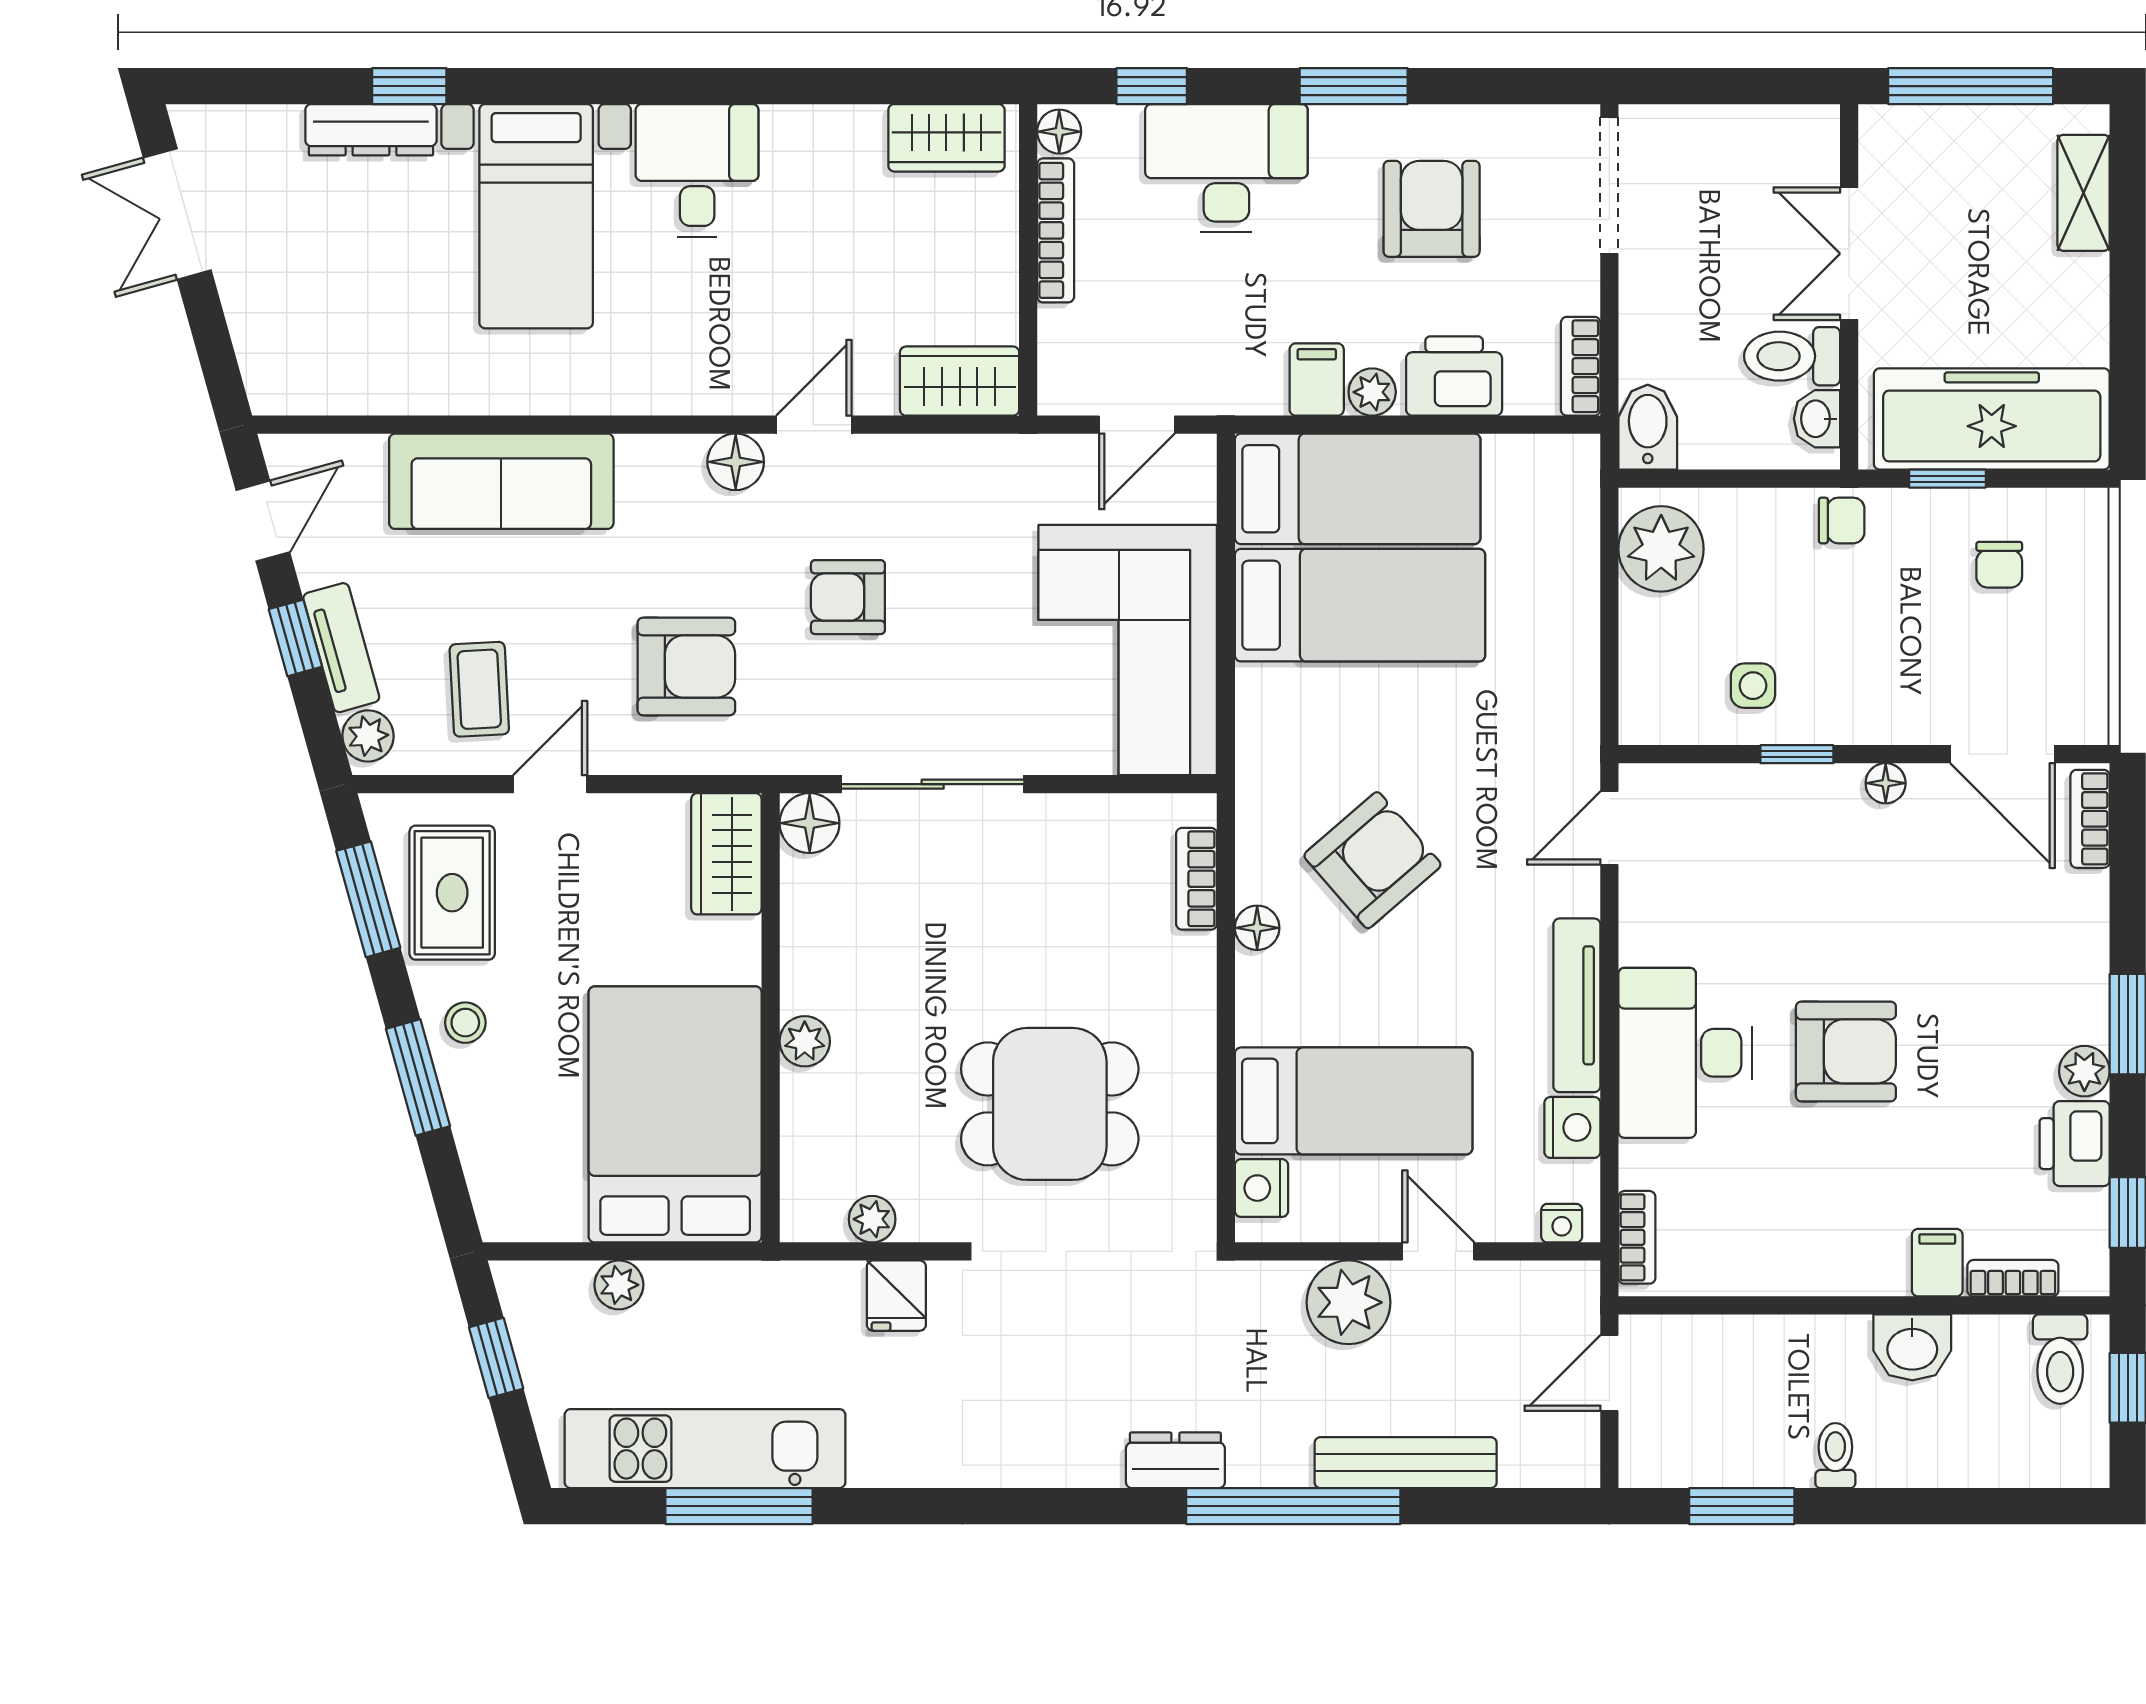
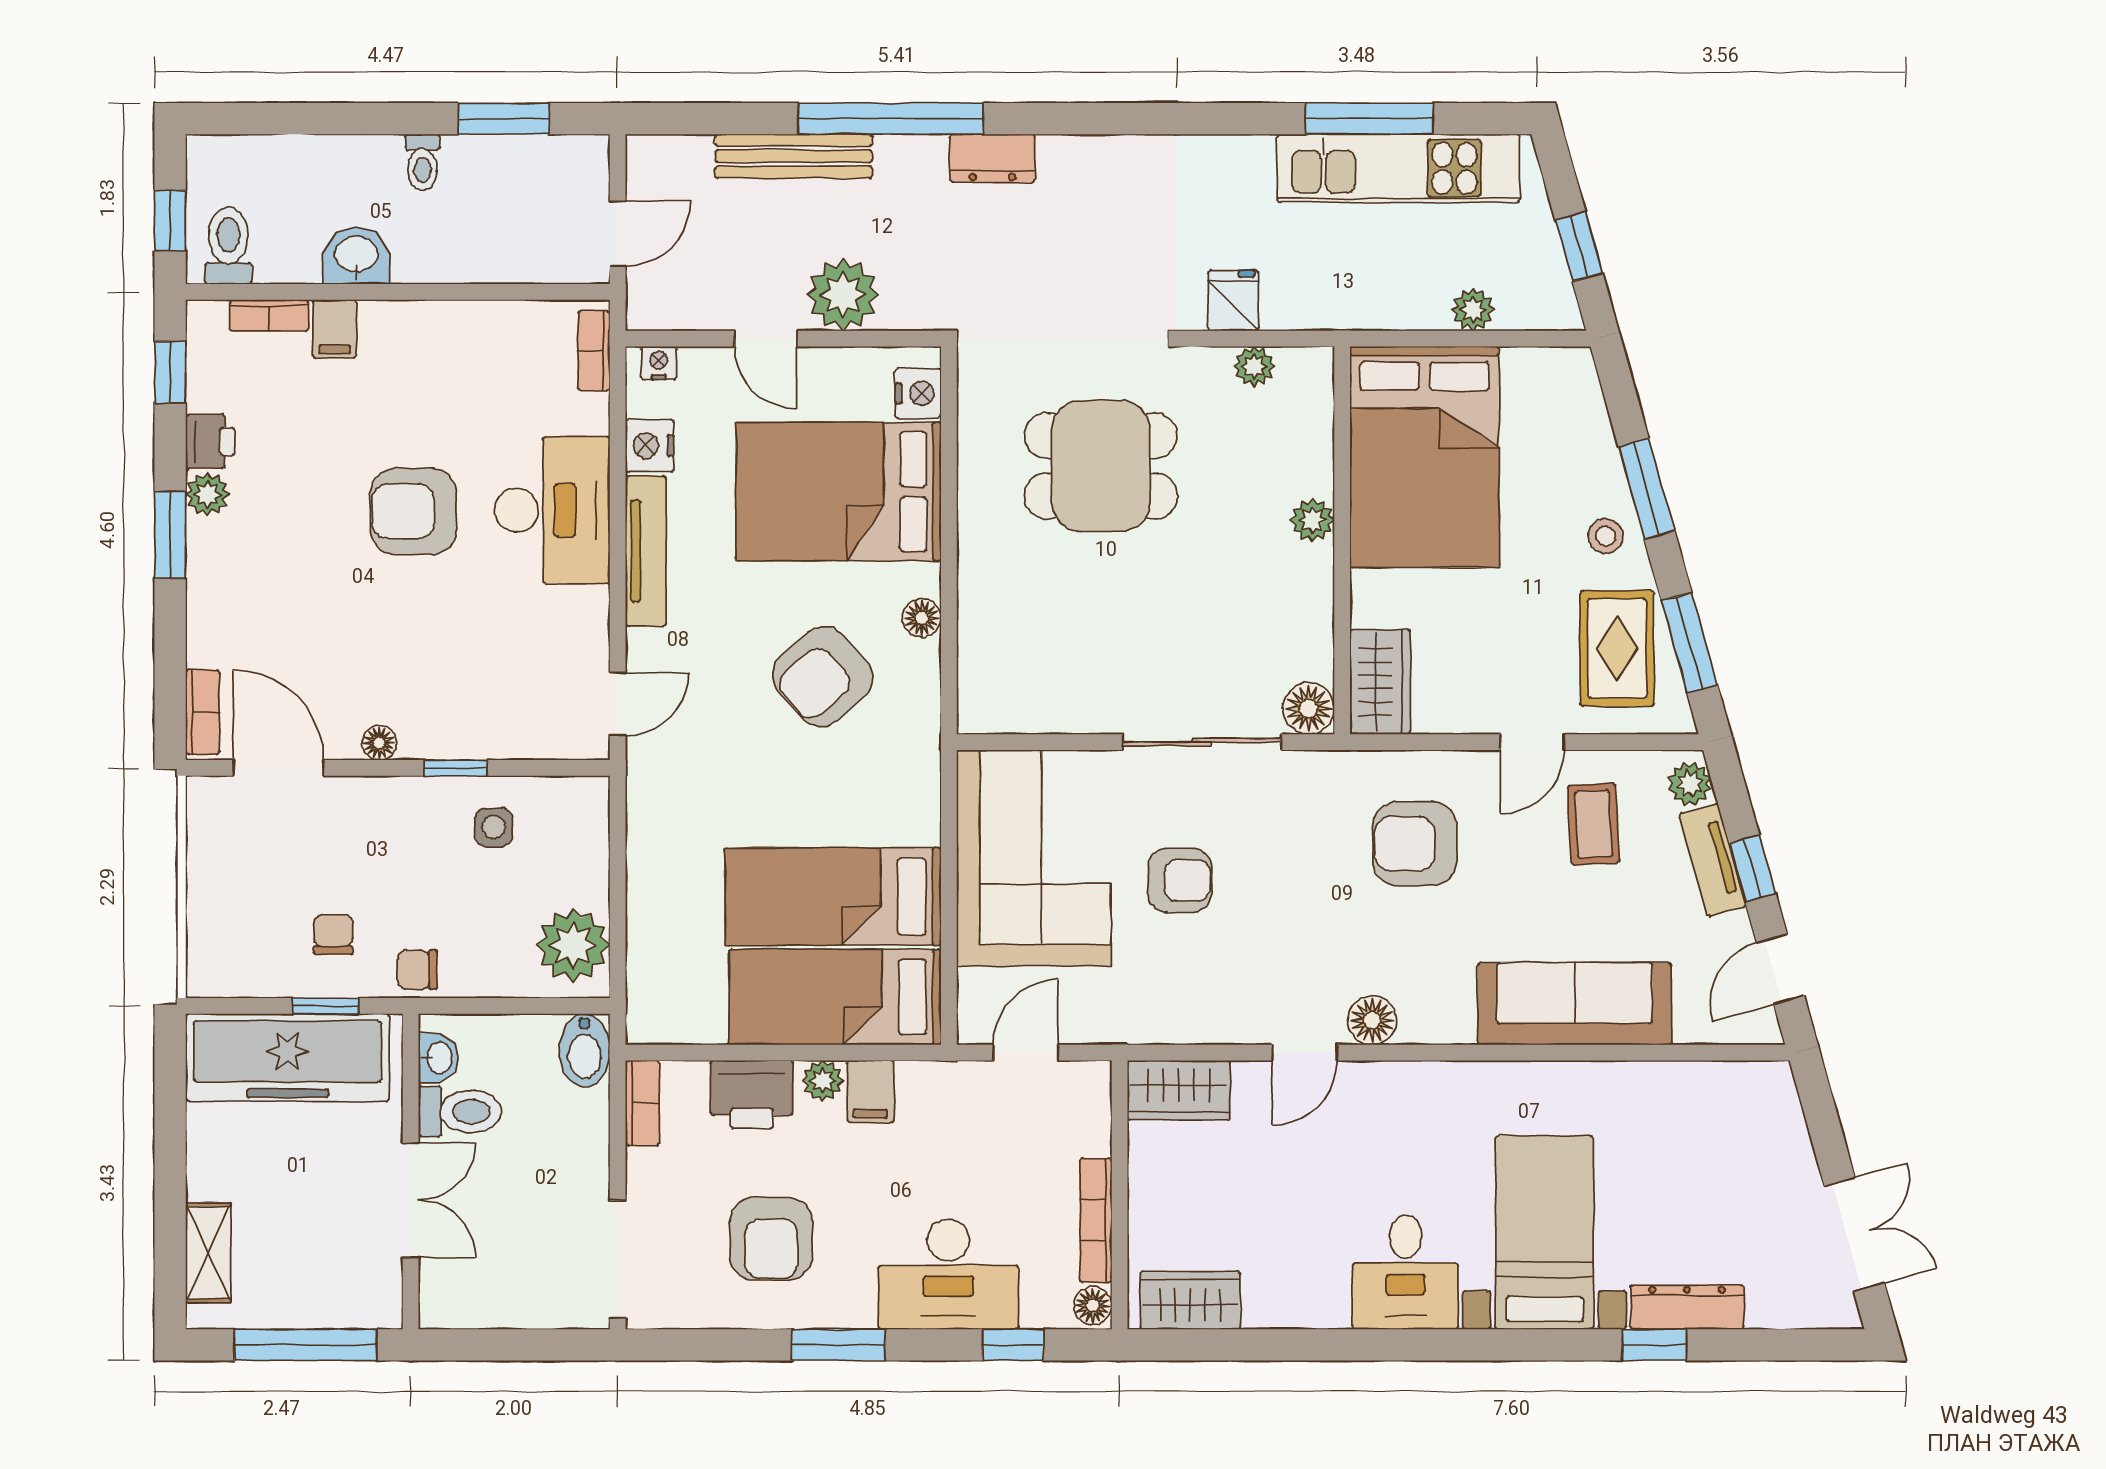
chair: (1999, 565) -> (333, 934), moved
armchair: (848, 597) -> (1180, 880), moved
bookcase: (1197, 879) -> (974, 660), removed
bed: (1354, 1101) -> (839, 492), width x1.50
printer: (2075, 1144) -> (210, 441), width x0.73, depth x0.81

